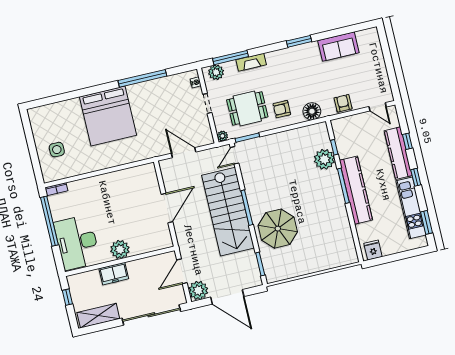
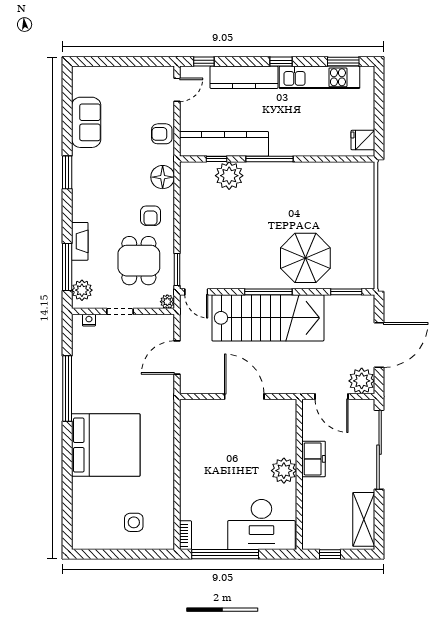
window: (407, 141) -> (204, 62), moved
kitchen counter: (356, 190) -> (224, 144), moved
freezer: (114, 274) -> (314, 459), moved

